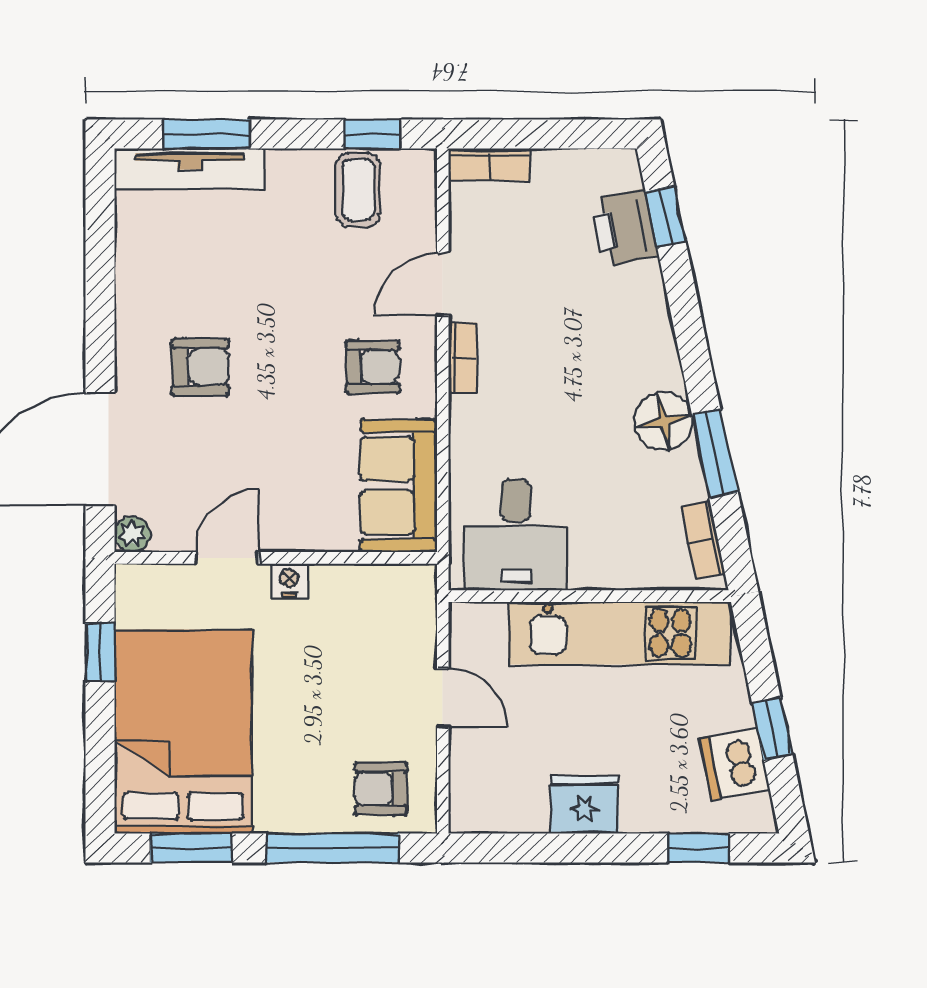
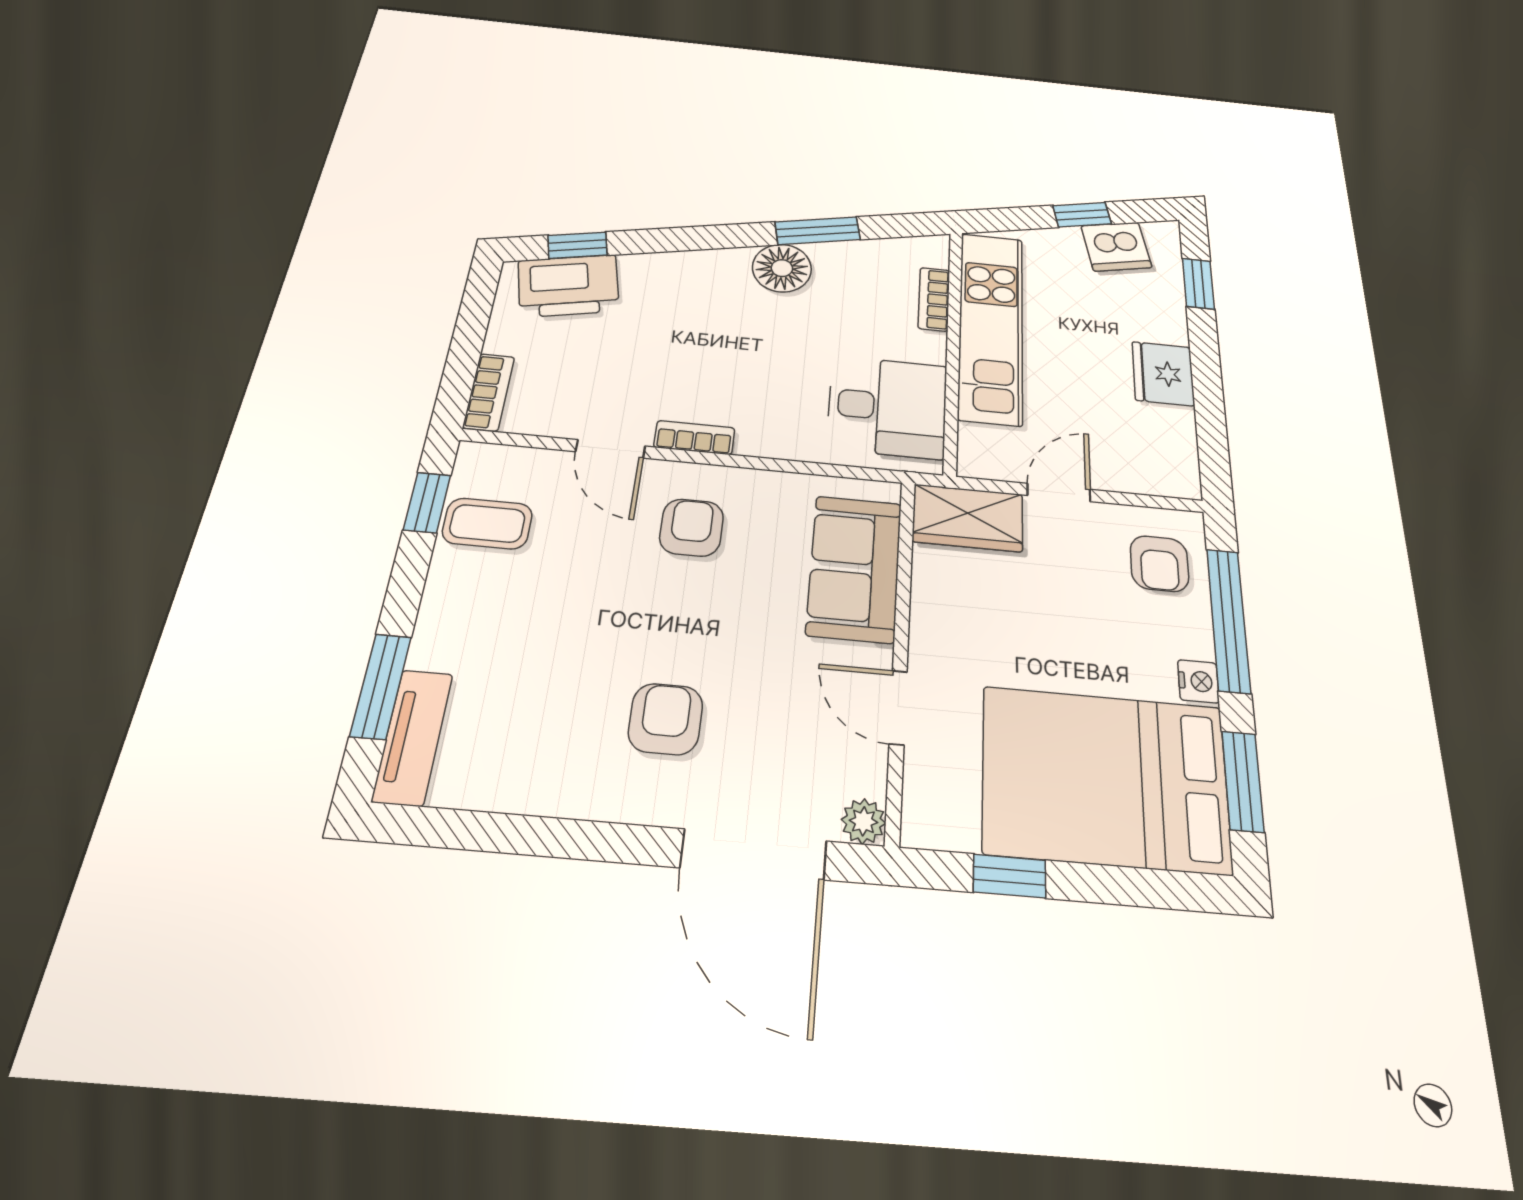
tv unit: (190, 169) -> (413, 737), width x0.71
printer: (624, 228) -> (568, 286), width x1.37, depth x1.19
sofa: (399, 486) -> (854, 568), moved, turned 90
bookcase: (703, 540) -> (934, 299), moved, turned 102
nightstand: (289, 581) -> (1198, 681), moved, turned 180
wardrobe: (408, 614) -> (968, 518), added

